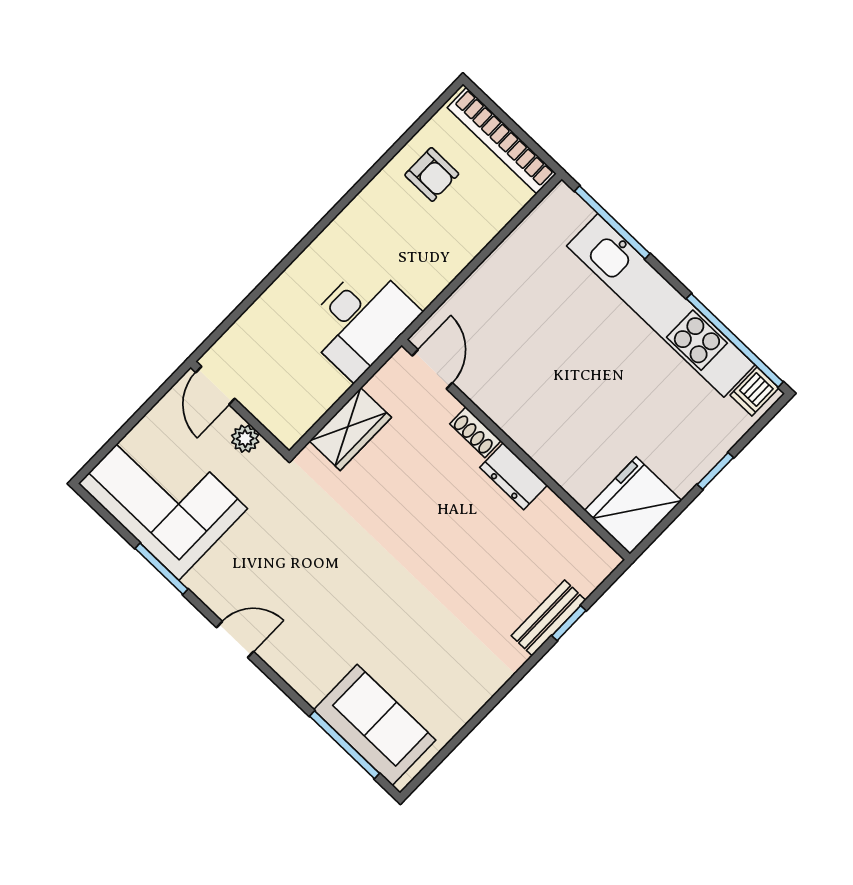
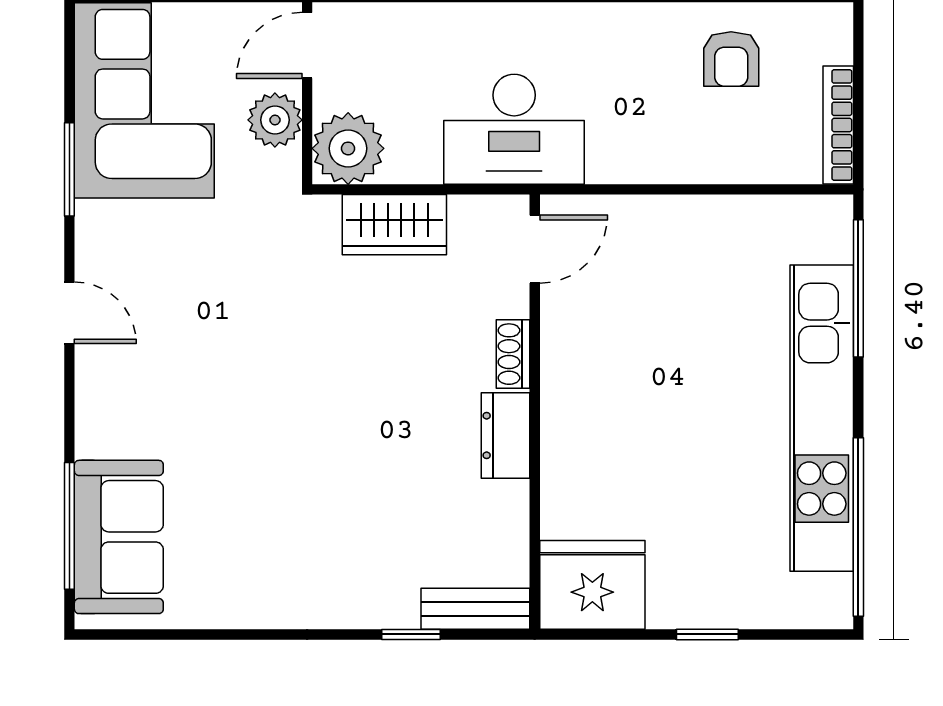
bookcase: (502, 141) -> (838, 125), width x0.68, depth x0.76
dishwasher: (754, 392) -> (826, 597), removed
plant: (288, 415) -> (348, 148), added
plant: (245, 439) -> (275, 120), width x1.38, depth x1.38
bench: (548, 618) -> (475, 609), moved

